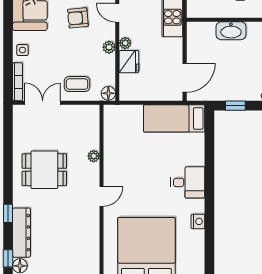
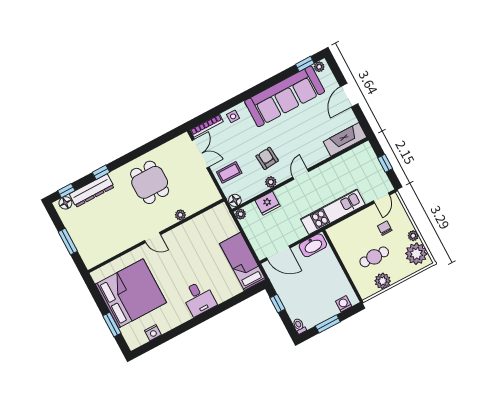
armchair: (78, 18) -> (267, 158), moved
washbasin: (231, 31) -> (313, 245), moved, turned -90
plant: (125, 43) -> (241, 214), moved
coffee table: (77, 84) -> (229, 172), turned 90
nightstand: (198, 221) -> (153, 333), moved

